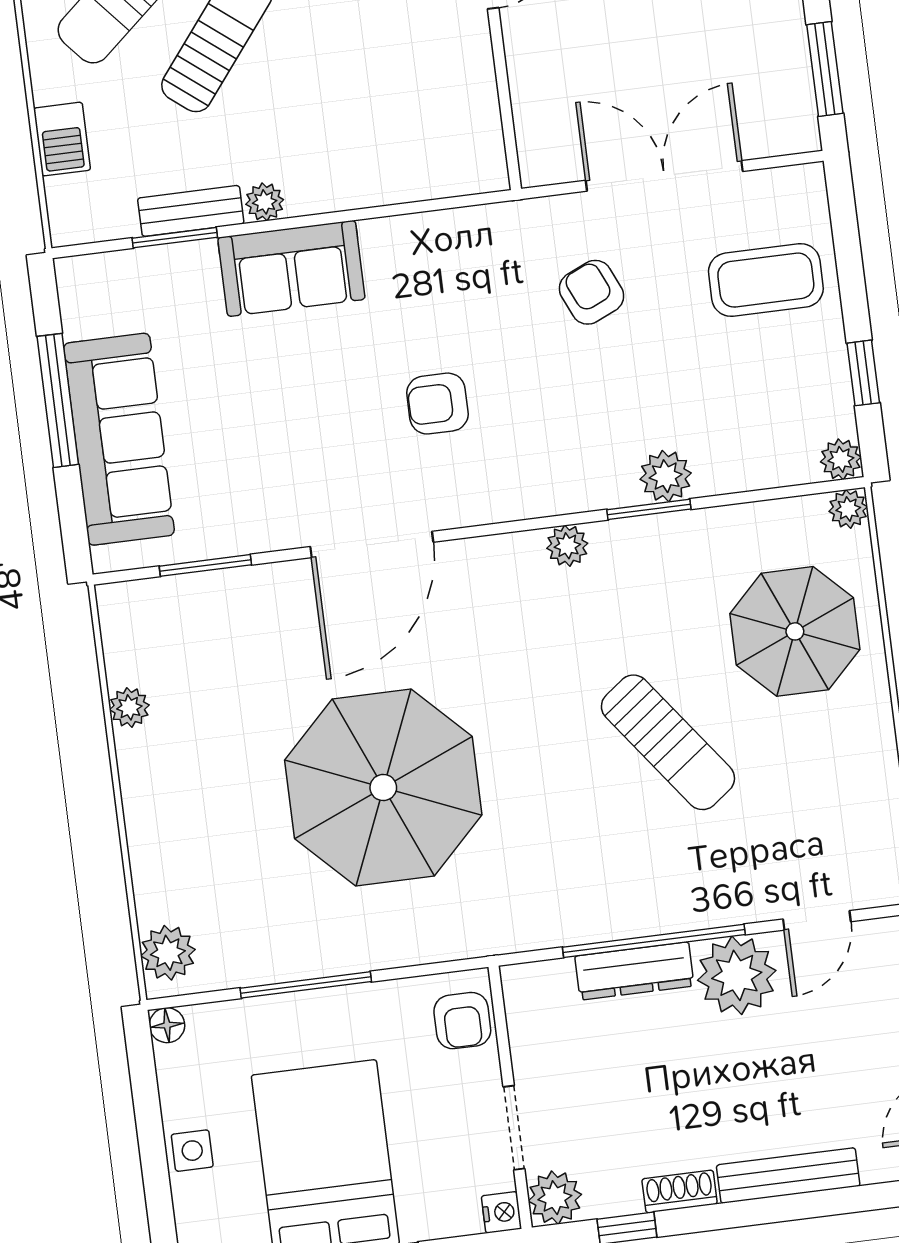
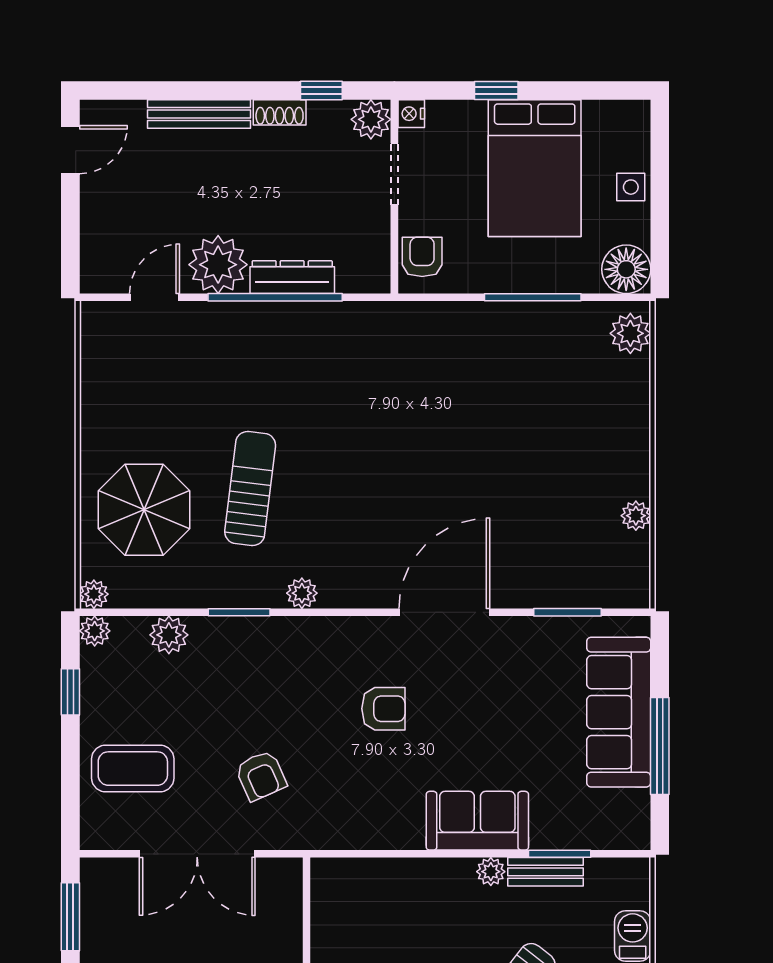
plant: (666, 476) -> (169, 635), moved
sun lounger: (668, 742) -> (250, 489), moved, turned 44
parasol: (383, 788) -> (458, 434), removed
floor lamp: (167, 1025) -> (626, 269), width x1.89, depth x1.89

